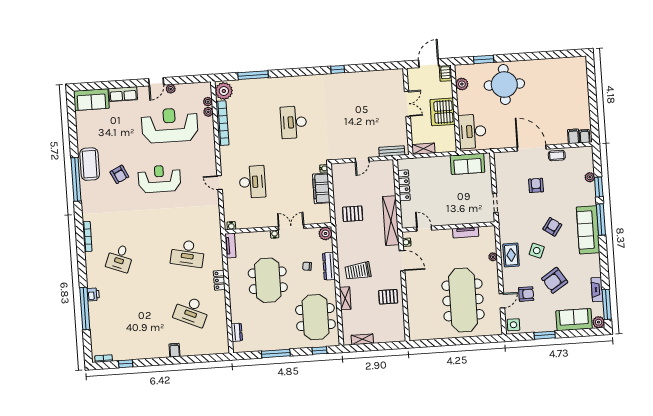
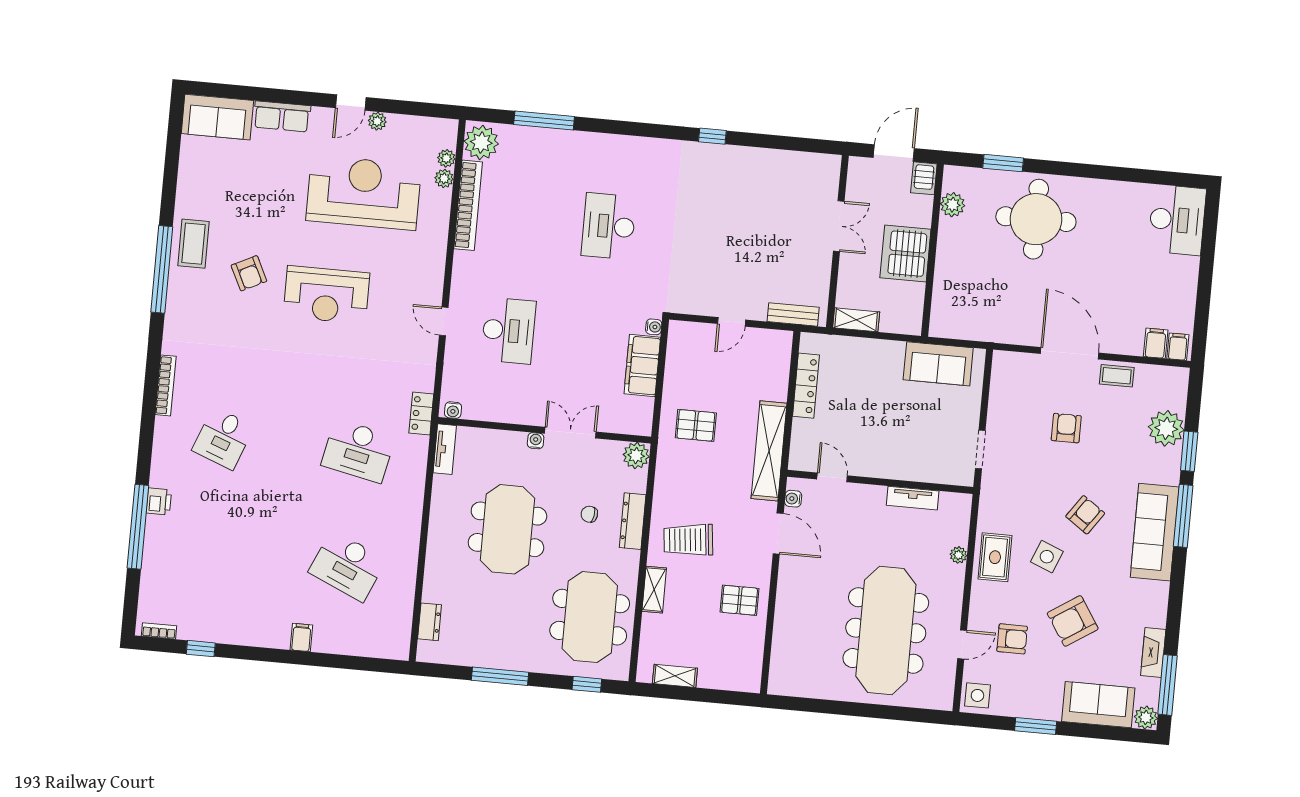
desk: (472, 131) -> (1177, 220), moved, turned 180
coffee table: (90, 164) -> (194, 244), width x0.73, depth x0.76
plant: (590, 177) -> (1166, 428), width x1.87, depth x1.87
reception desk: (159, 179) -> (326, 295), turned 180
locker: (219, 280) -> (421, 413), moved

